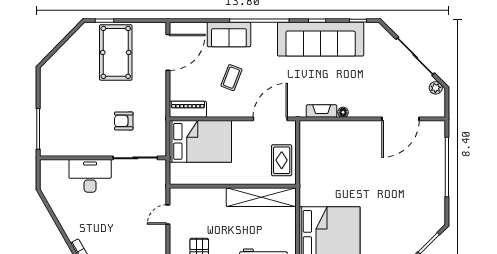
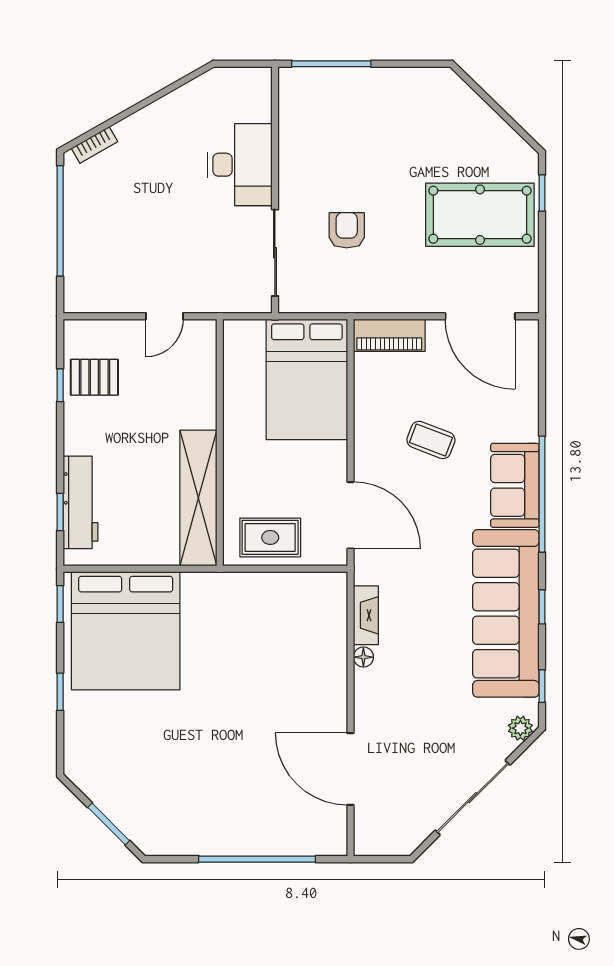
sofa: (229, 35) -> (515, 485), moved
plant: (436, 88) -> (520, 728), moved
piano: (188, 109) -> (389, 335), moved, turned 90
door: (168, 215) -> (165, 316), swing flipped

